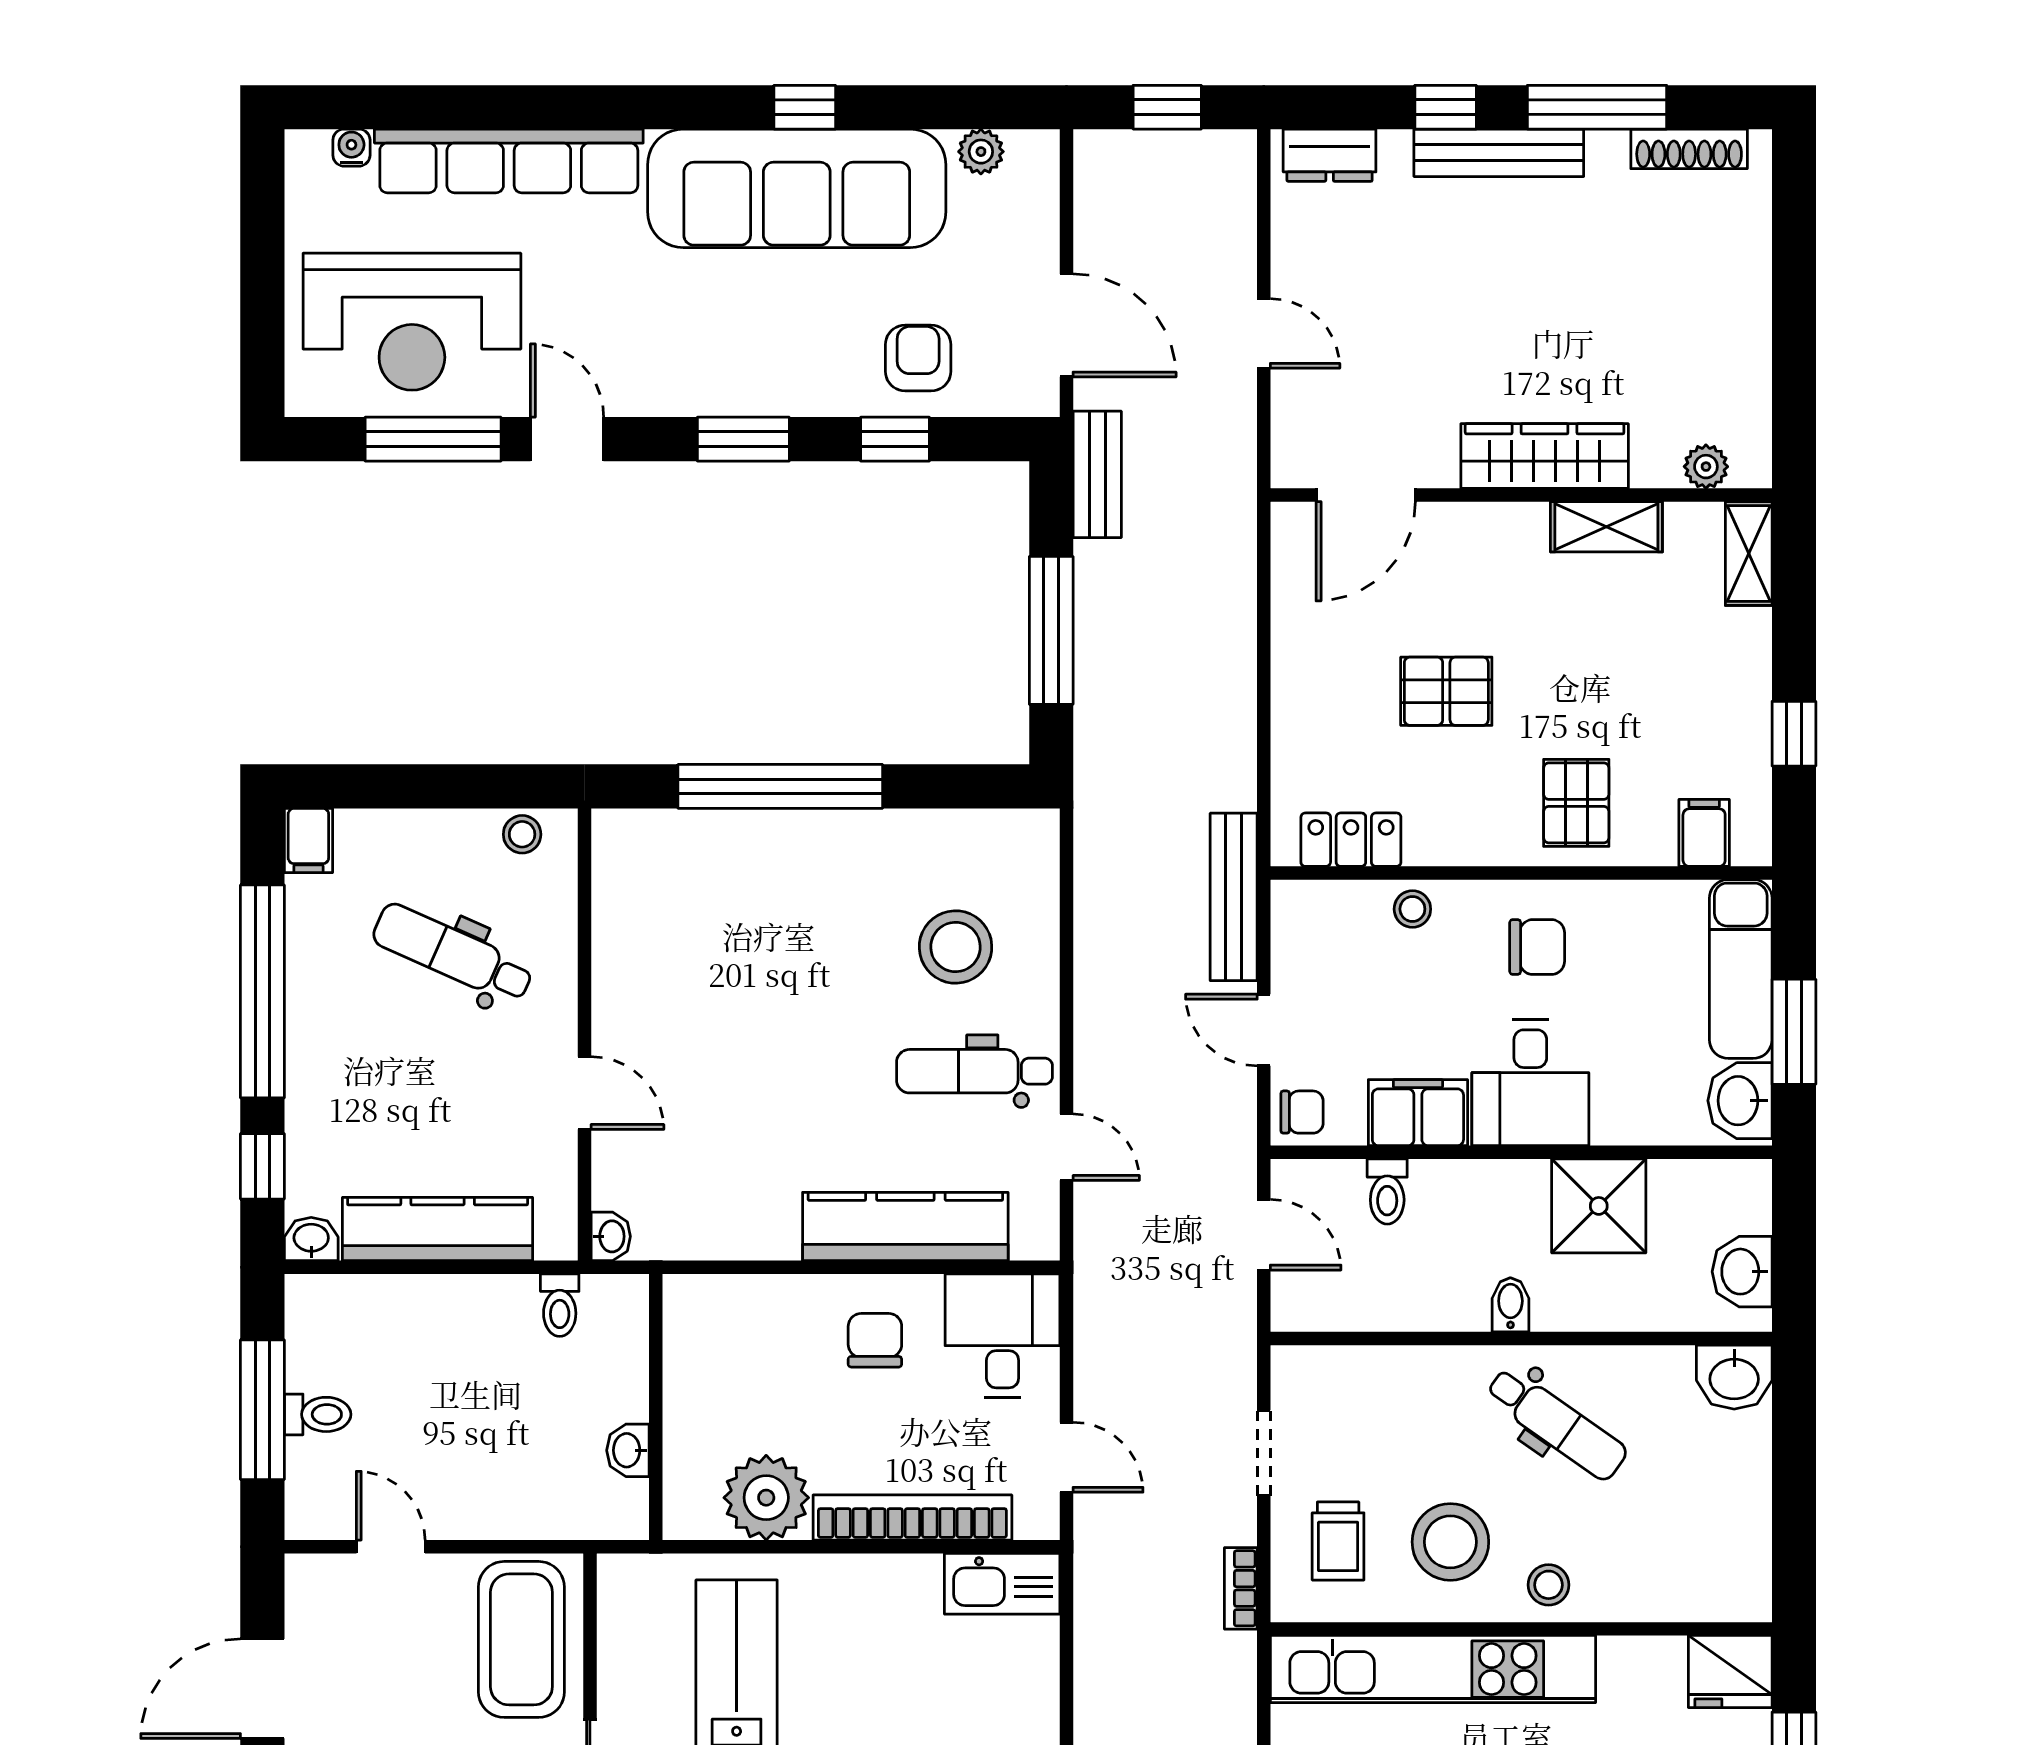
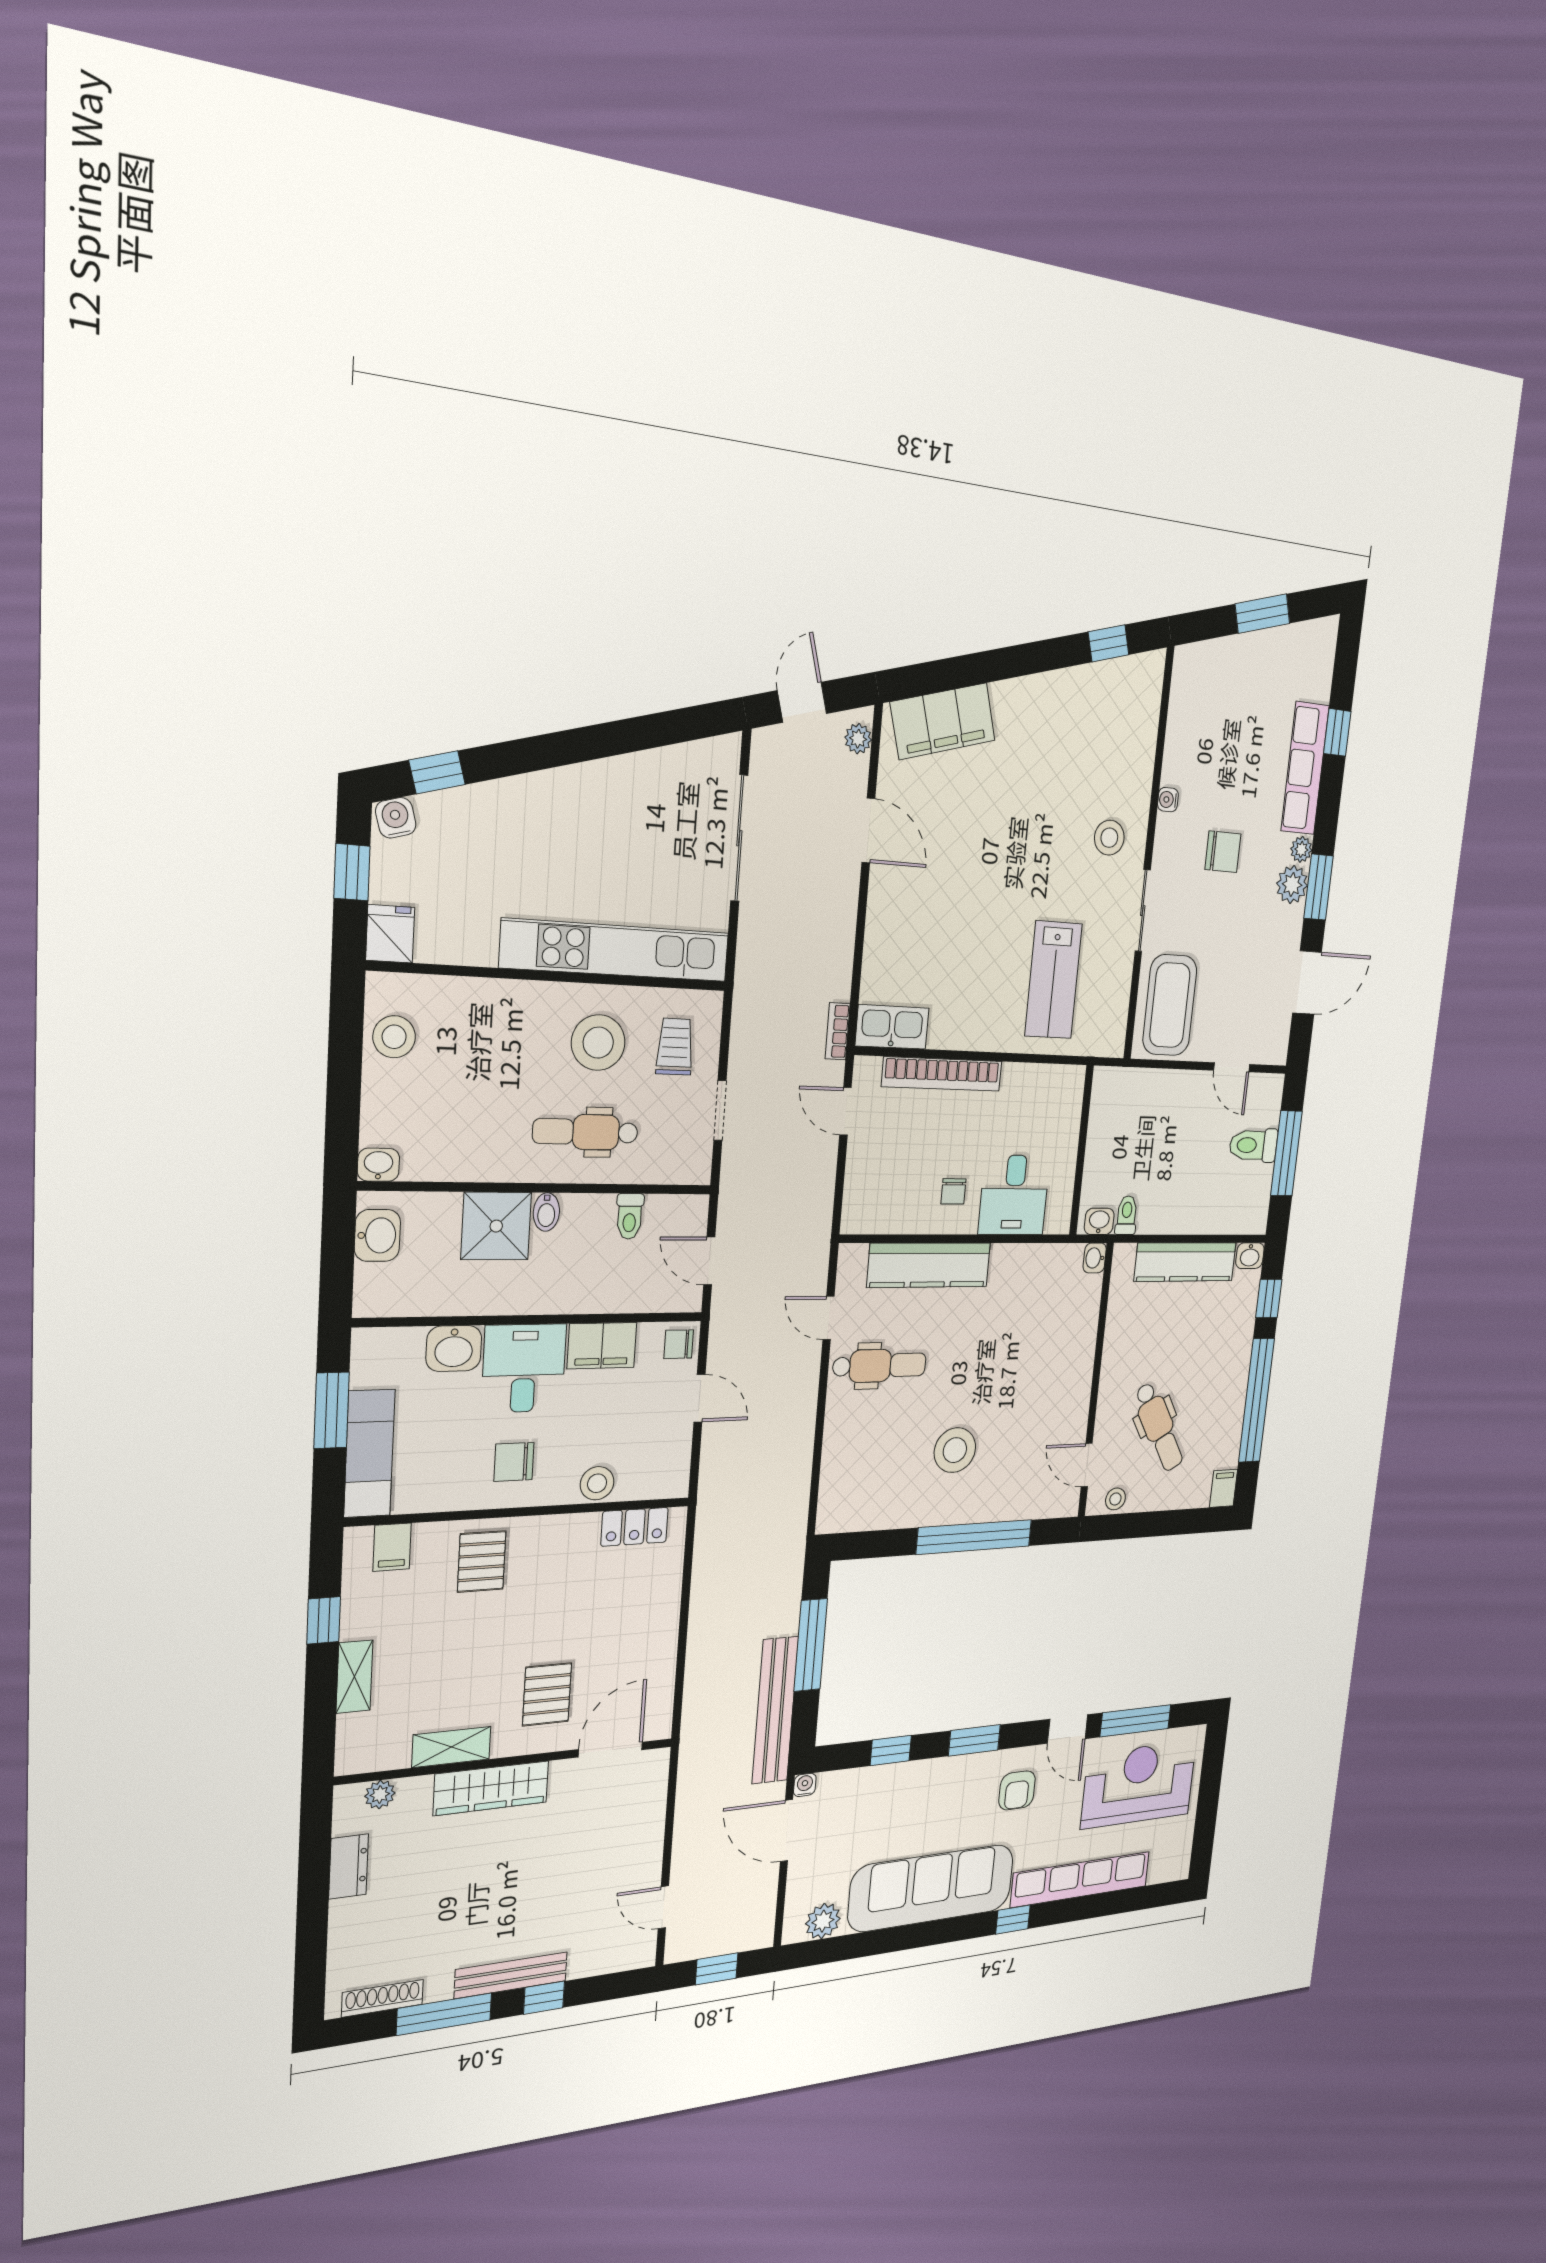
window: (805, 107) -> (1013, 1920), moved
water cooler: (351, 148) -> (805, 1785), moved, turned 180
plant: (981, 152) -> (823, 1921), width x1.38, depth x1.38
dresser: (1330, 155) -> (349, 1867), moved, turned 90
door: (1264, 333) -> (663, 1907), moved
armchair: (918, 358) -> (1017, 1790), moved
bench: (1097, 474) -> (775, 1710), width x1.86, depth x1.21
shelving: (1749, 554) -> (354, 1677), moved
pallet: (1446, 691) -> (547, 1694), moved, turned 90
bench: (1234, 897) -> (712, 1485), removed
stool: (1412, 909) -> (597, 1483), width x1.37, depth x1.37
stool: (956, 947) -> (955, 1450), moved
dental chair: (453, 953) -> (1159, 1427), turned 36
door: (584, 1093) -> (1087, 1465), moved
washbasin: (1740, 1101) -> (454, 1348), moved, turned 90
toilet: (1387, 1191) -> (630, 1216), moved, turned 180
shower: (1599, 1206) -> (496, 1226), moved
desk: (1003, 1336) -> (1014, 1195), moved
chair: (875, 1340) -> (953, 1191), width x0.73, depth x0.73
washbasin: (1734, 1377) -> (378, 1165), width x0.72, depth x0.69
toilet: (318, 1414) -> (1253, 1145), width x1.37, depth x1.39
dental chair: (1557, 1424) -> (585, 1132), moved, turned -35
washbasin: (628, 1450) -> (1099, 1221), moved, turned -90
plant: (766, 1498) -> (1026, 1090), removed
stool: (1549, 1585) -> (394, 1037), moved, width x1.37, depth x1.37
bookcase: (1241, 1588) -> (838, 1031), moved, turned 180
fridge: (1730, 1671) -> (390, 934), width x0.72

